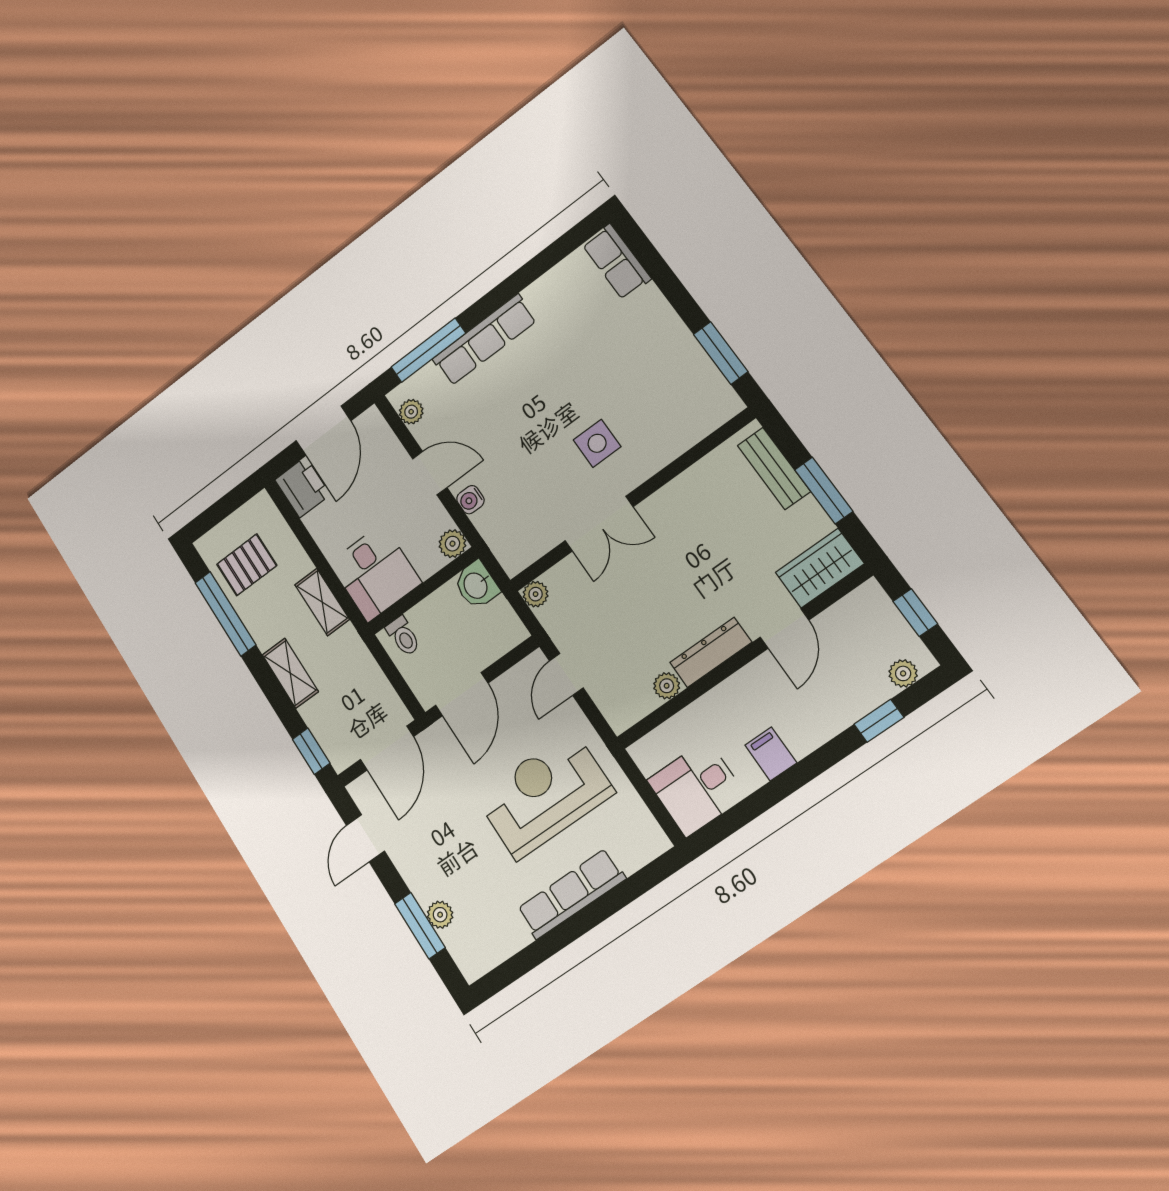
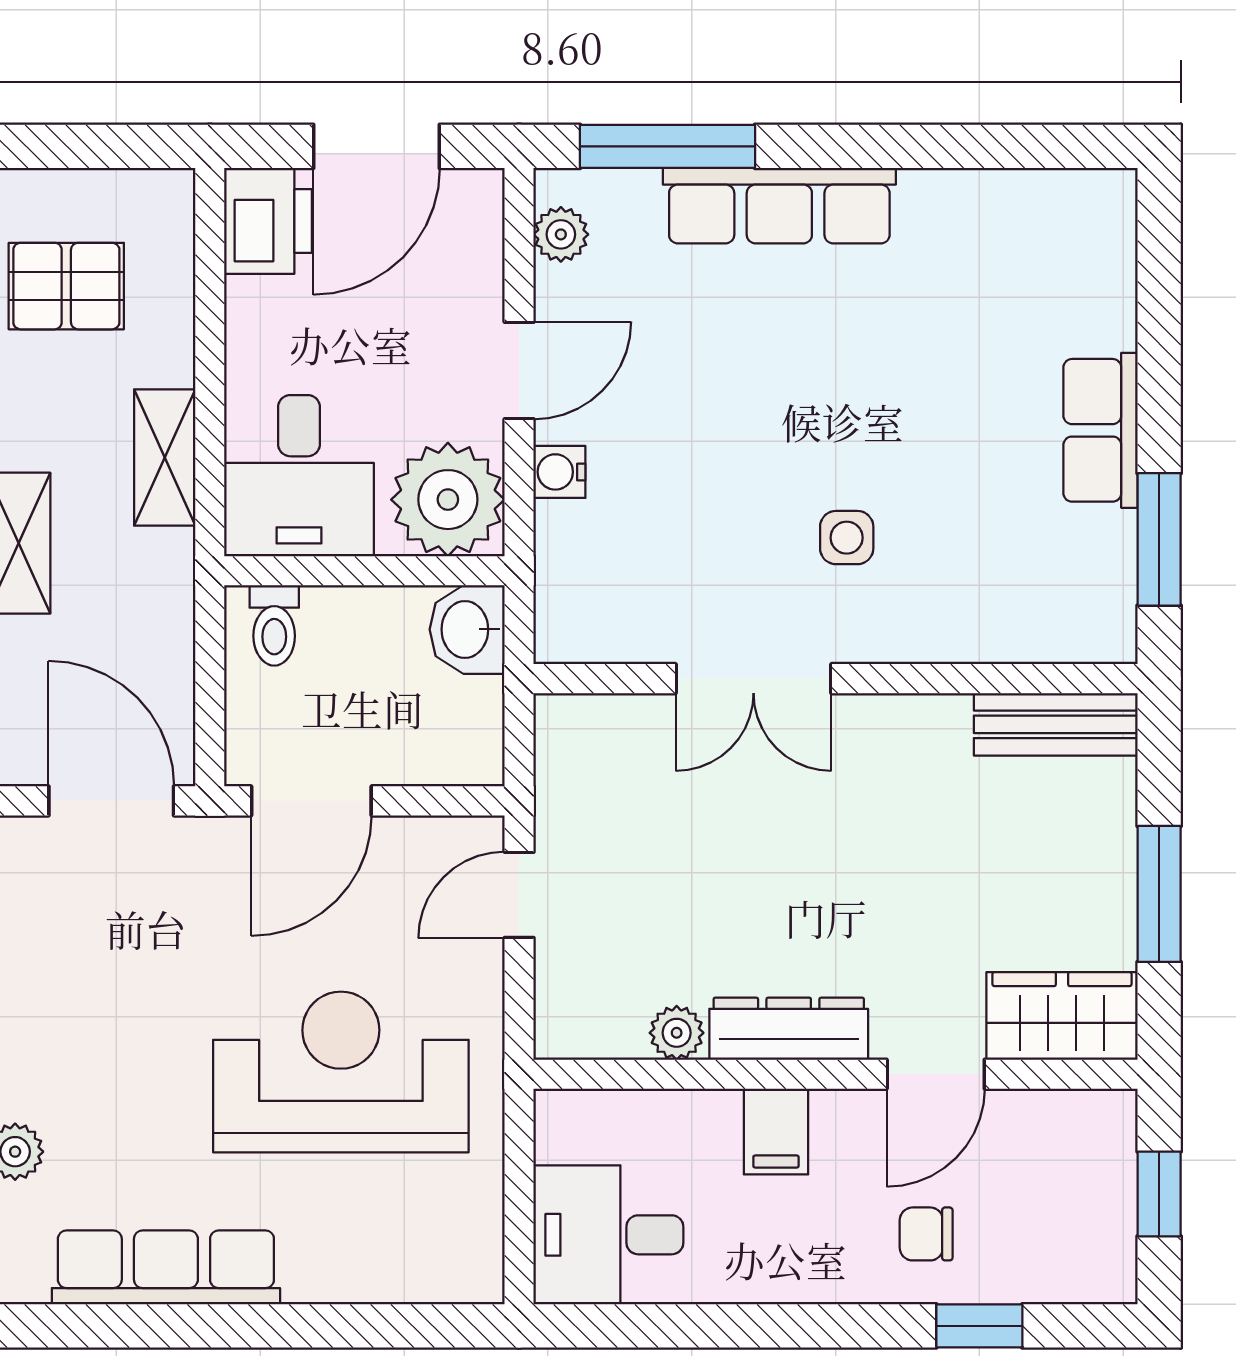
row of seats: (617, 262) -> (1100, 430), moved
side table: (597, 443) -> (847, 538), width x0.73, depth x0.73
bench: (774, 468) -> (1056, 724), moved, turned 90
door: (430, 473) -> (519, 371), hinge flipped
plant: (452, 544) -> (448, 500), width x1.88, depth x1.88
plant: (536, 594) -> (561, 720), removed
plant: (903, 673) -> (1071, 1277), removed
chair: (828, 697) -> (926, 1234), added
door: (387, 748) -> (111, 801), swing flipped
filing cabinet: (771, 754) -> (776, 1131), moved, turned 180
row of seats: (571, 894) -> (166, 1267), moved

